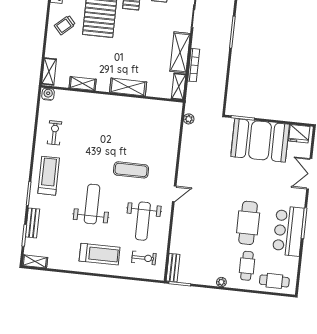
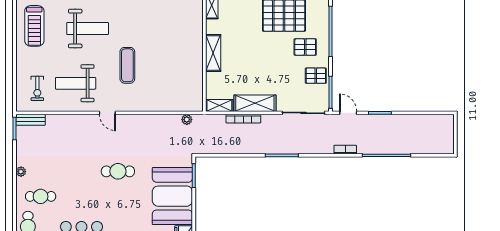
cafe table: (248, 223) -> (118, 171), moved, width x0.73, depth x0.74
treadmill: (100, 254) -> (34, 26), moved

